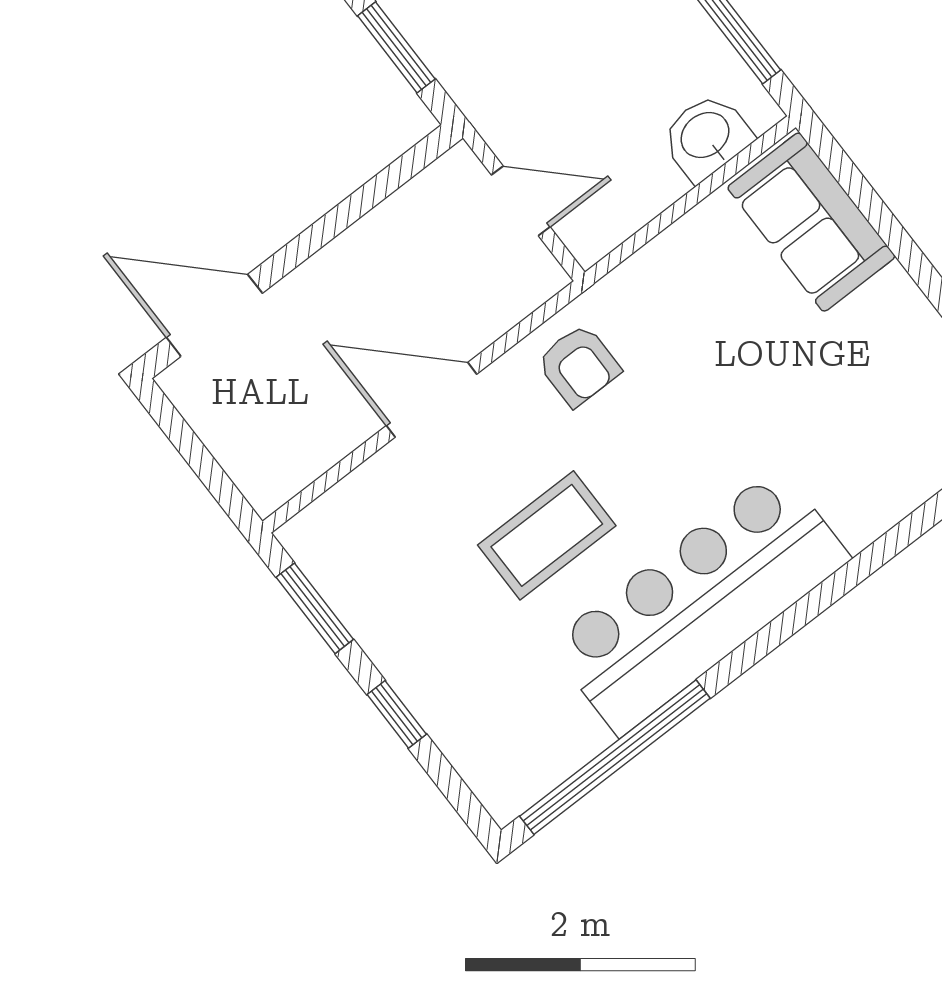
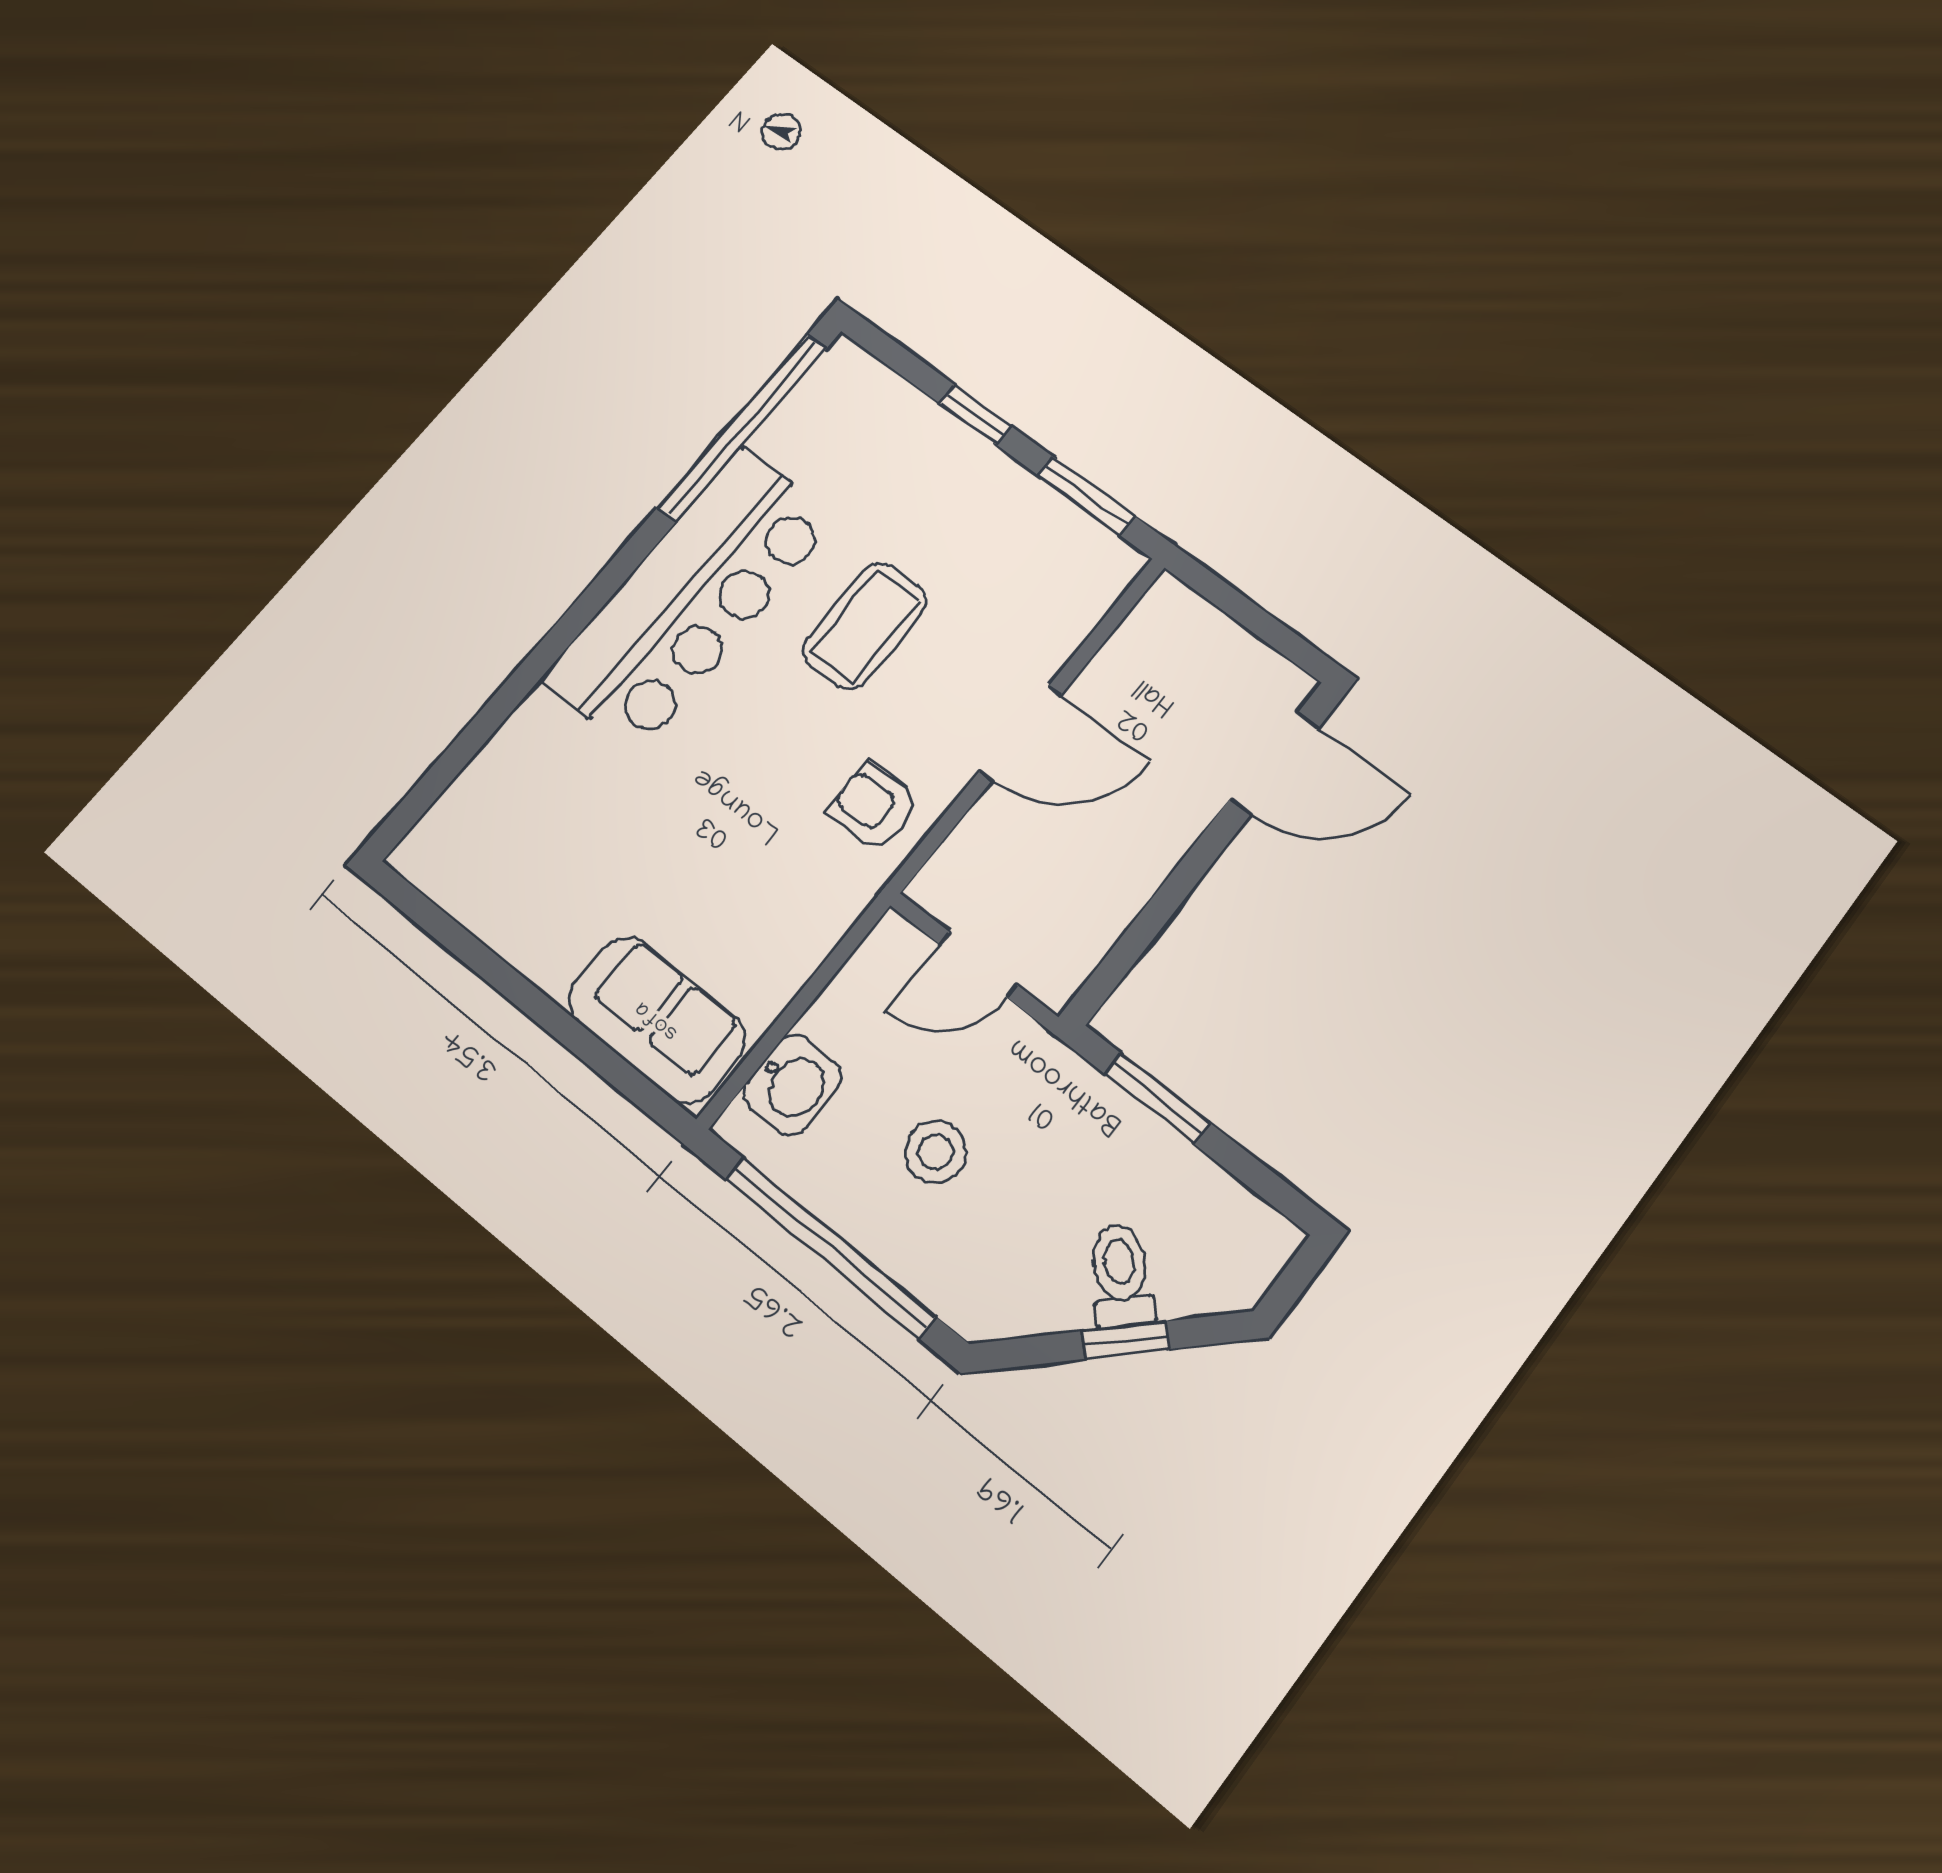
stool: (597, 49) -> (936, 1152), added

